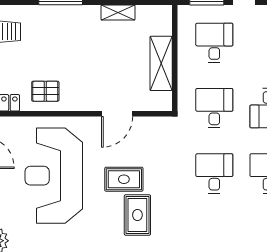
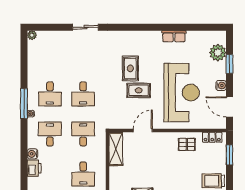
shelving: (161, 63) -> (116, 149), moved
desk: (214, 108) -> (83, 134), turned 180

